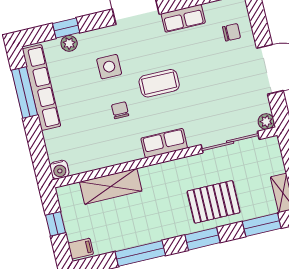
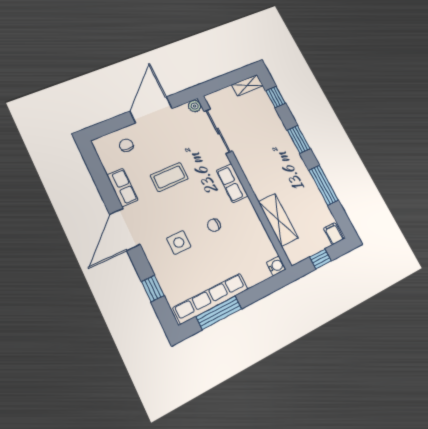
plant: (69, 43) -> (166, 283), removed
coffee table: (159, 83) -> (169, 177), moved, turned 90
pallet: (214, 202) -> (268, 136), removed
window: (262, 225) -> (276, 97), width x0.67

